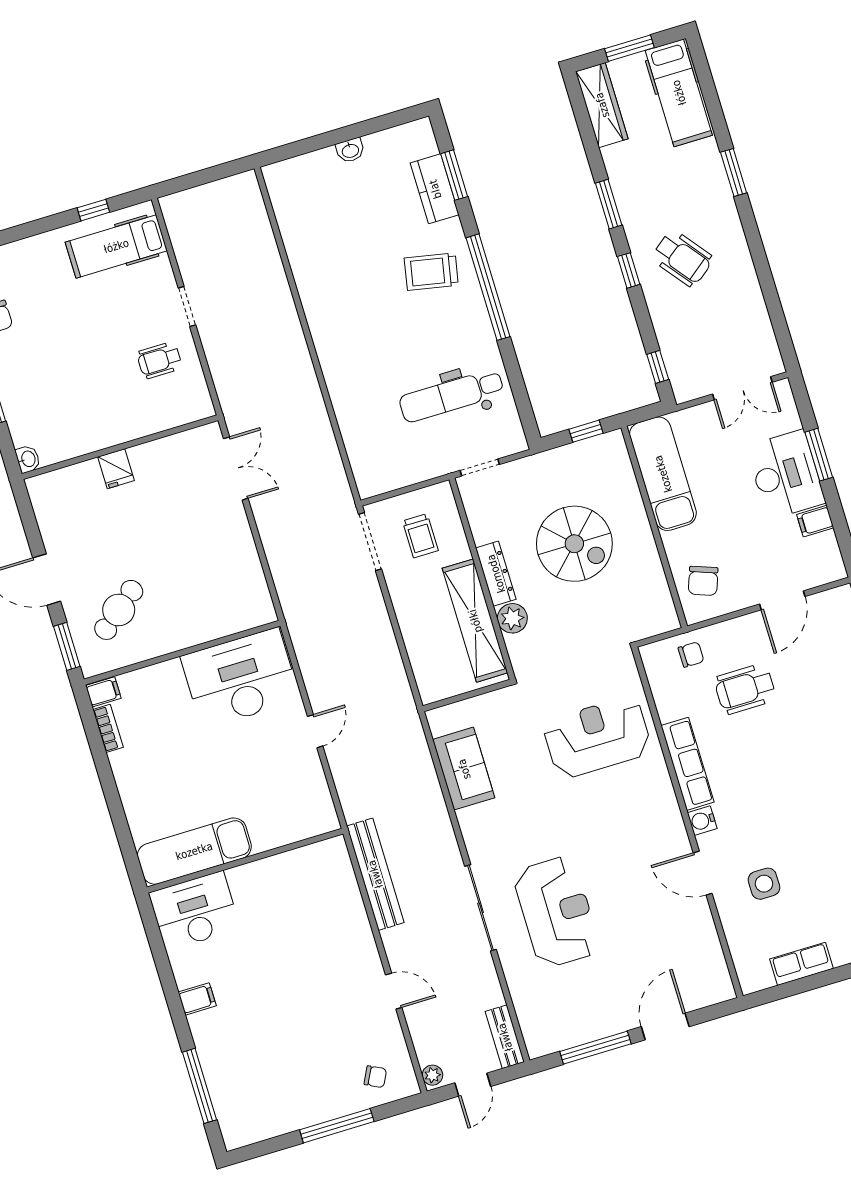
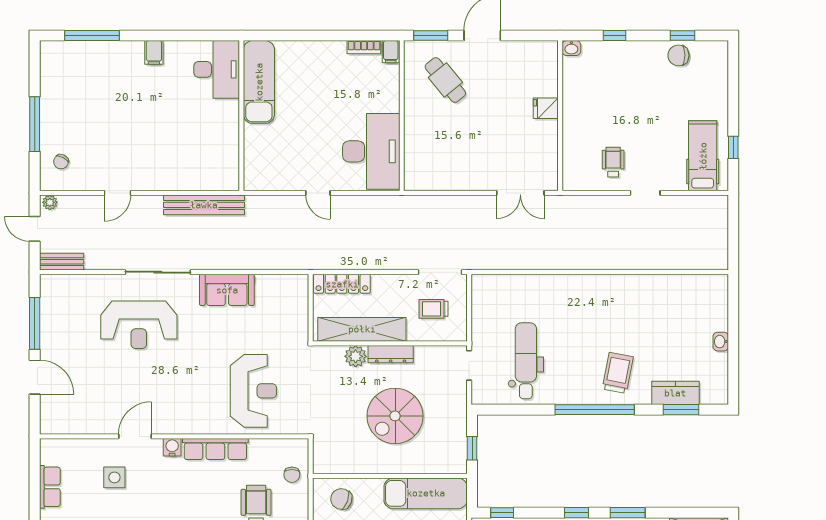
locker: (424, 665) -> (342, 284), added
sofa: (464, 769) -> (227, 290), moved

